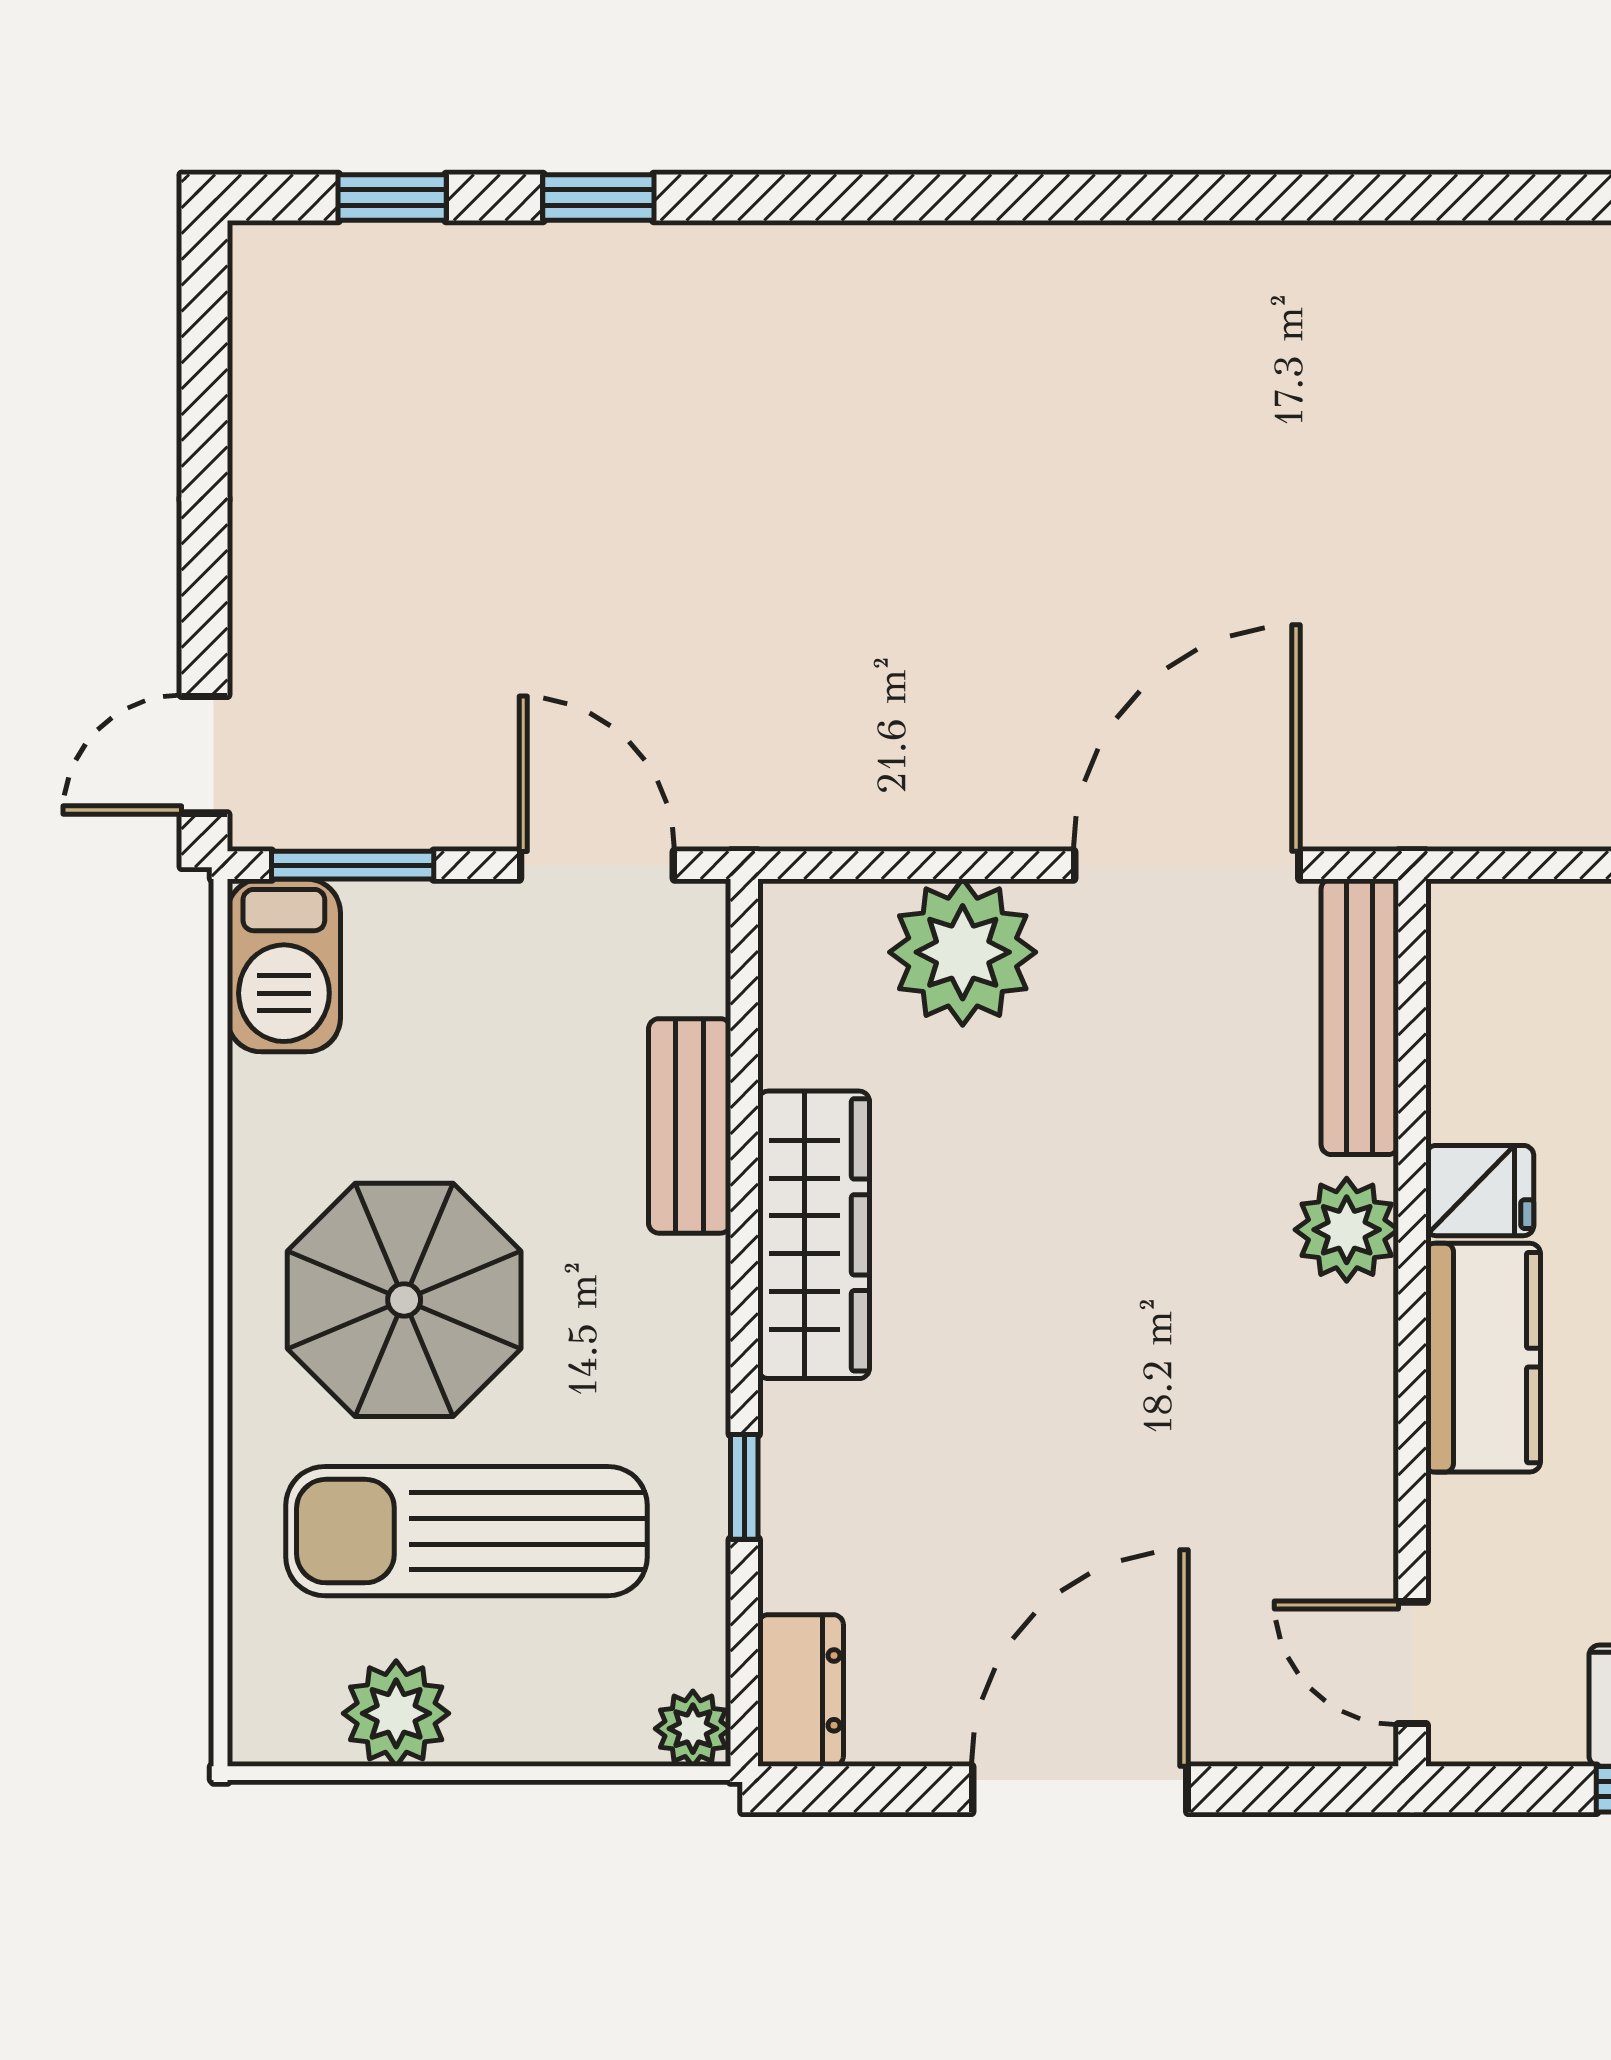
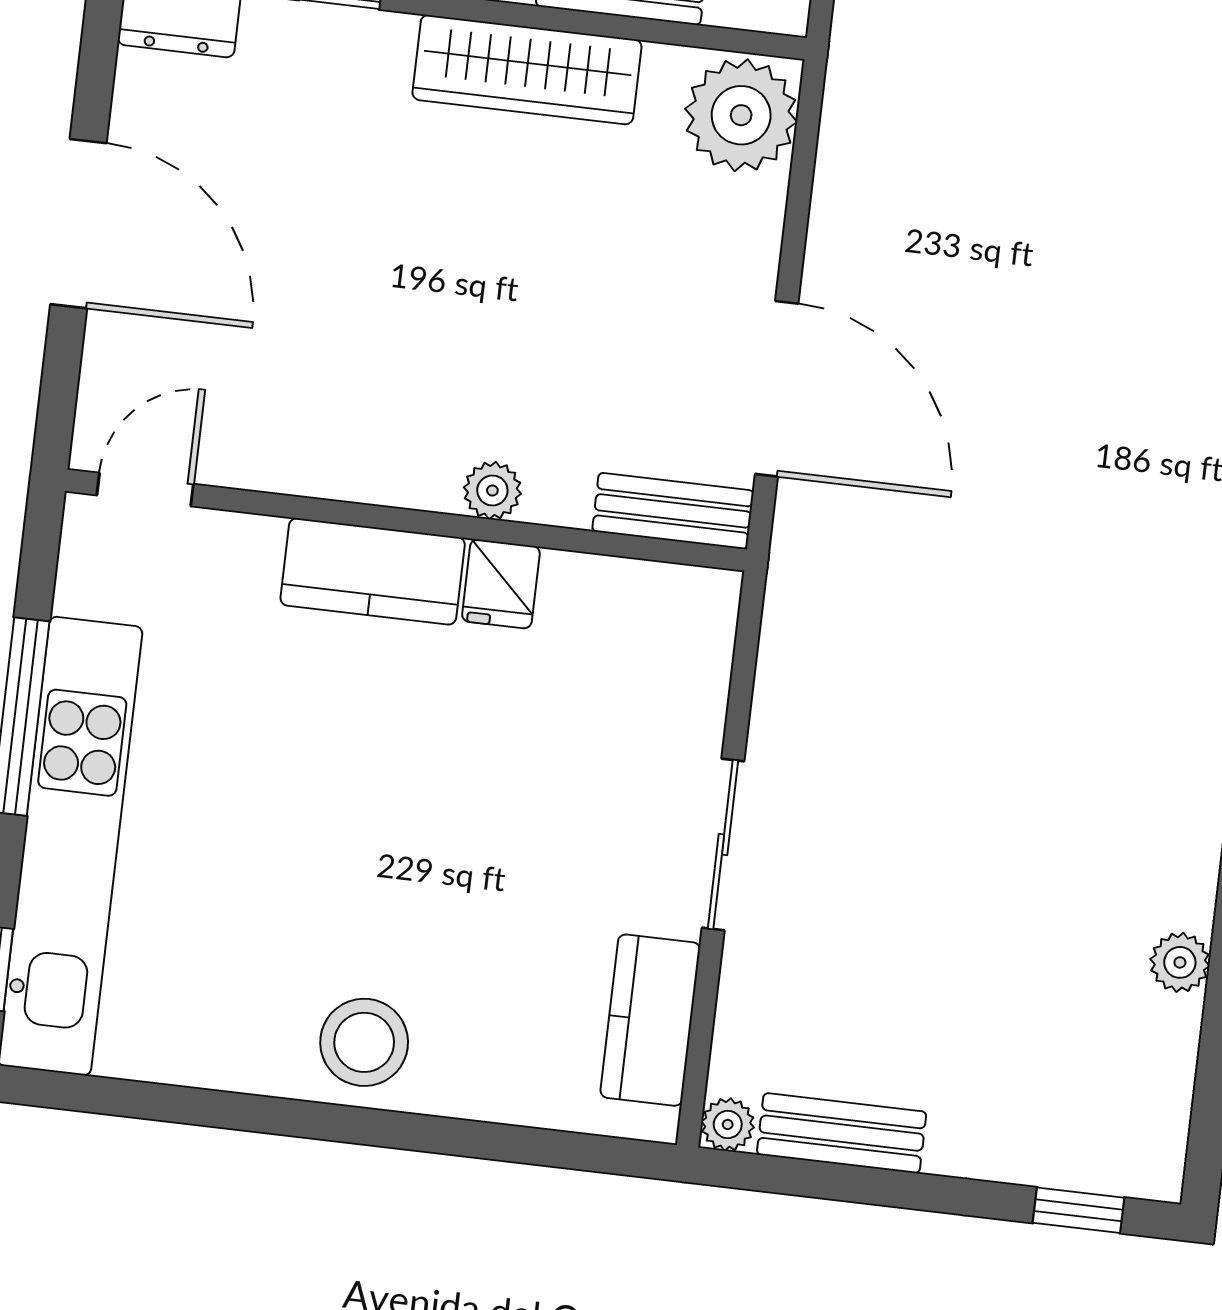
plant: (963, 952) -> (741, 115), moved
bench: (1360, 1017) -> (673, 511), width x0.73
plant: (1347, 1230) -> (492, 491), width x0.73, depth x0.73

